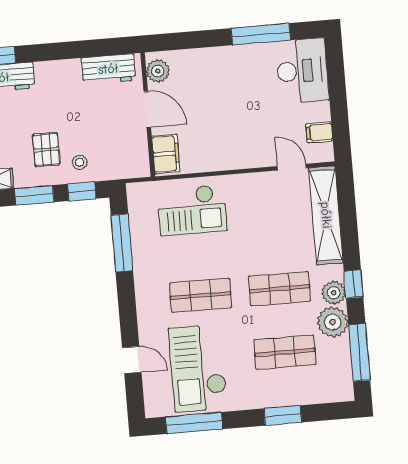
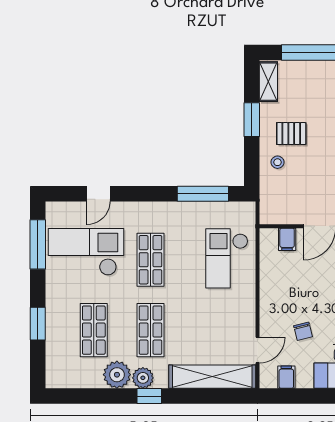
chair: (266, 118) -> (303, 331), added
filing cabinet: (166, 154) -> (287, 239), width x0.50
window: (82, 191) -> (252, 162), removed
window: (359, 352) -> (88, 396), removed

